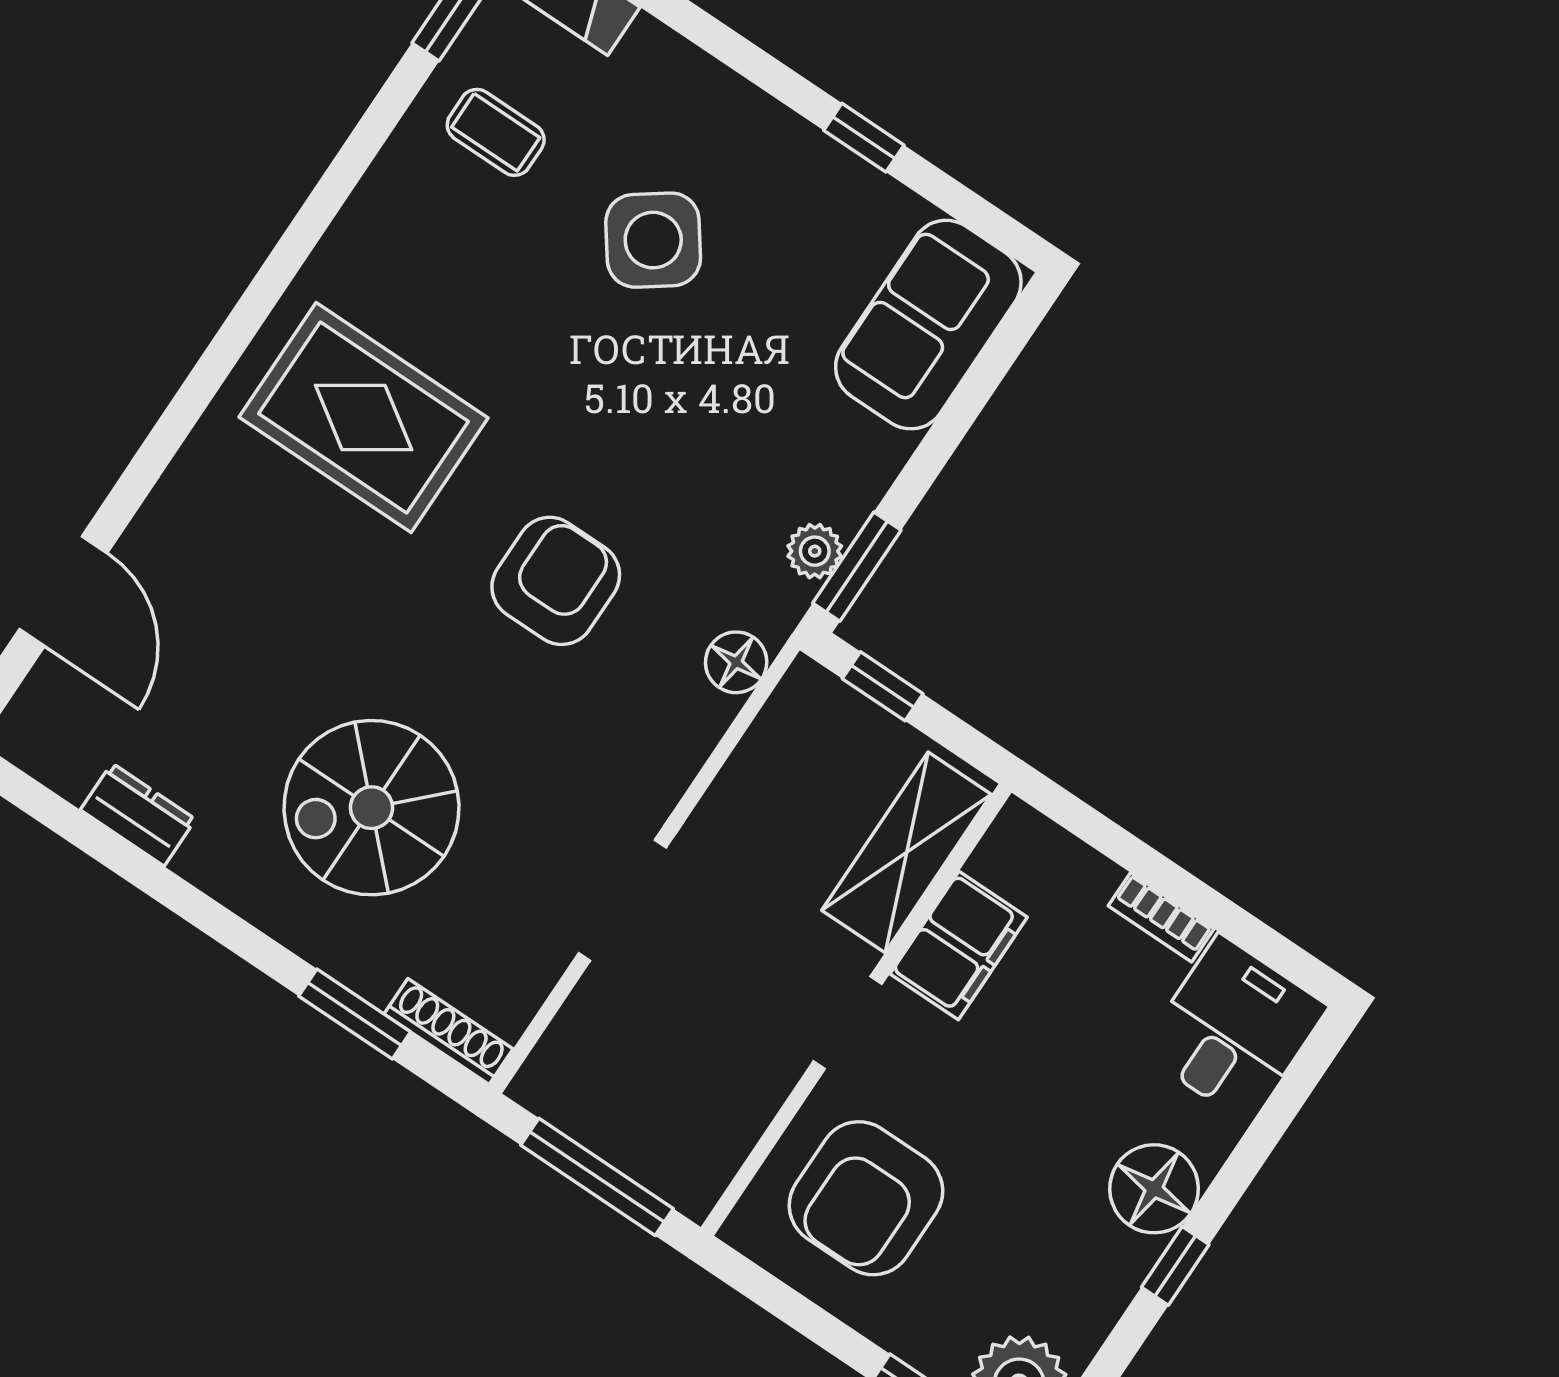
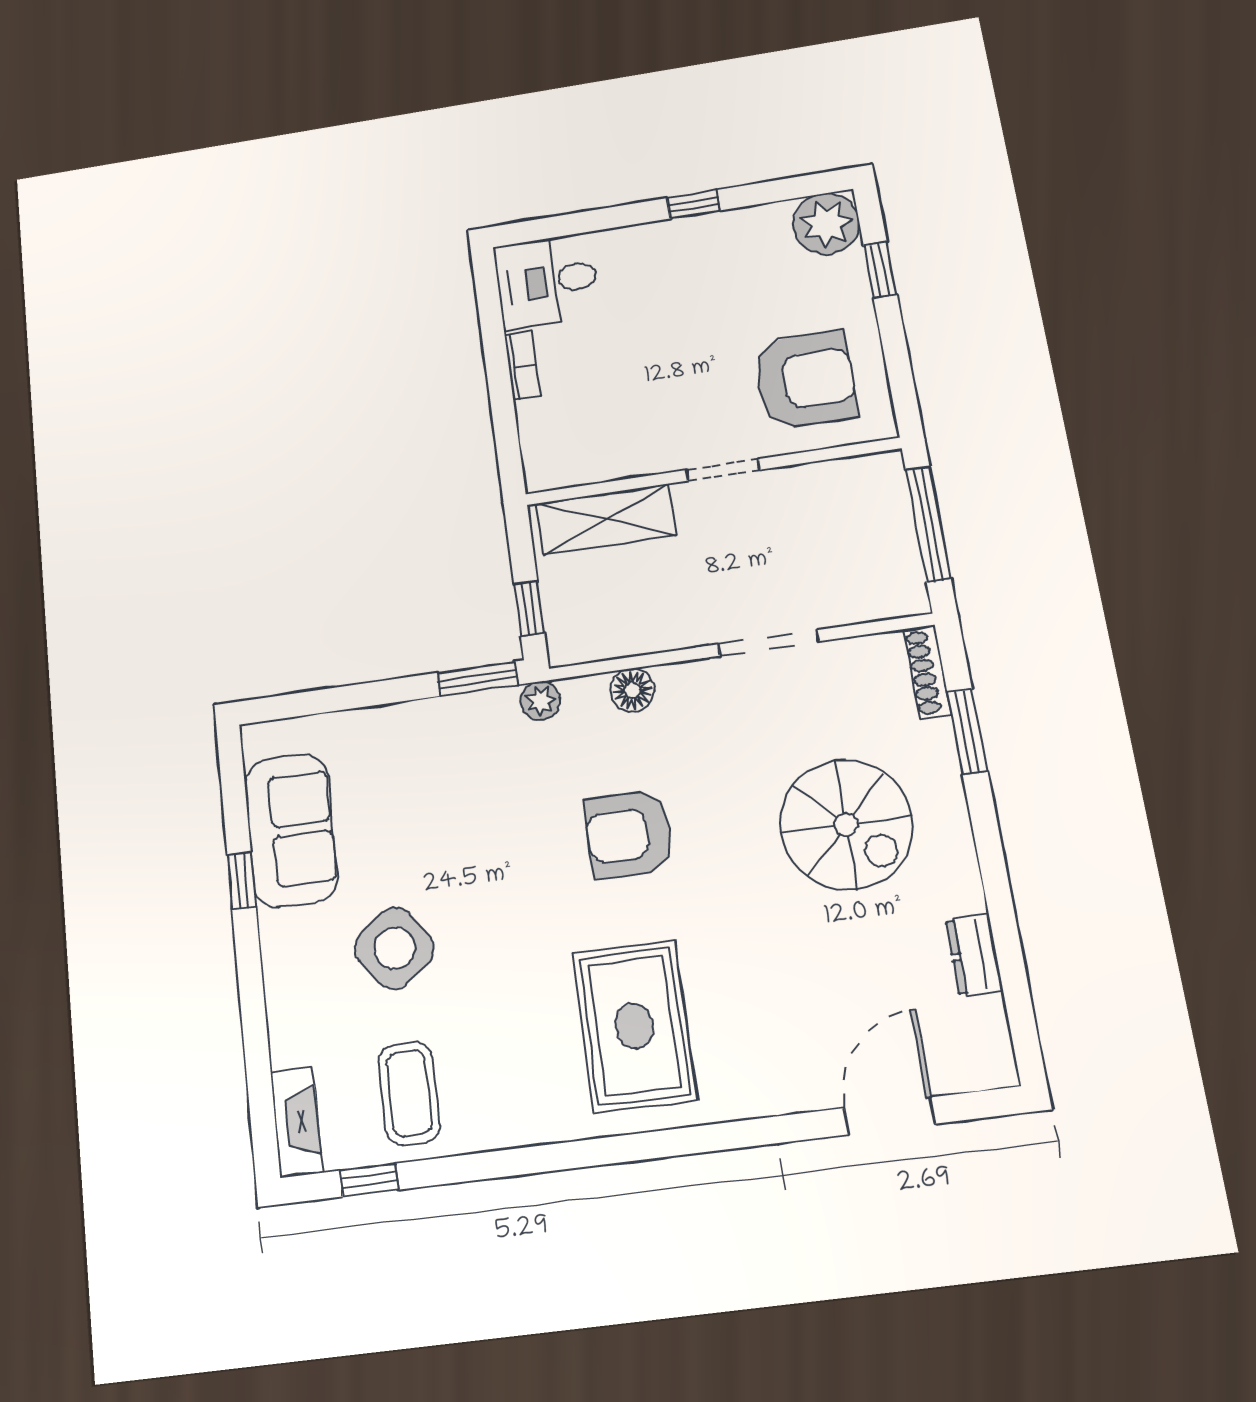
coffee table: (496, 132) -> (409, 1093), width x1.36, depth x1.30
sofa: (928, 325) -> (291, 830), moved, turned -90
plant: (815, 551) -> (540, 701), moved
floor lamp: (736, 662) -> (632, 690), moved
filing cabinet: (959, 945) -> (630, 450), removed
floor lamp: (1154, 1189) -> (664, 248), removed

